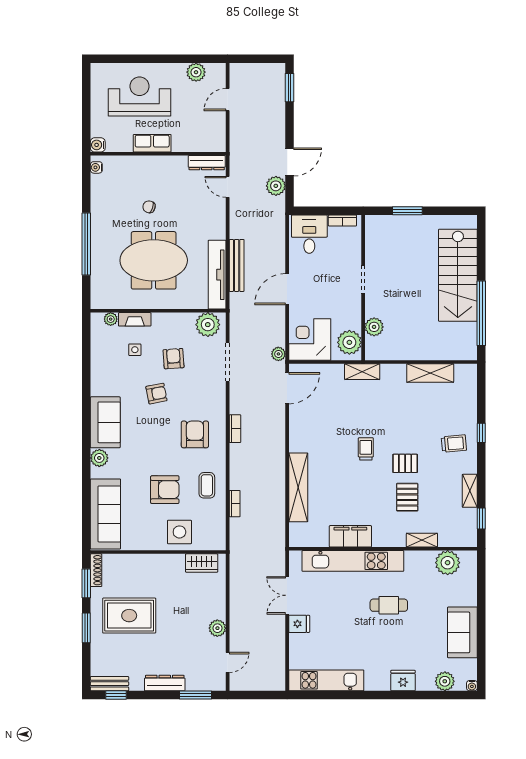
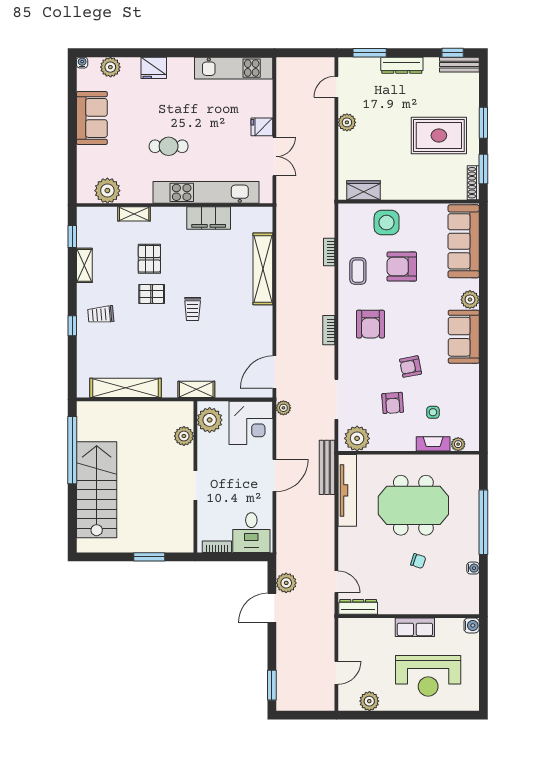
water cooler: (96, 167) -> (473, 568), moved
bench: (237, 265) -> (327, 467), moved
shelving: (430, 373) -> (126, 388), width x1.47

